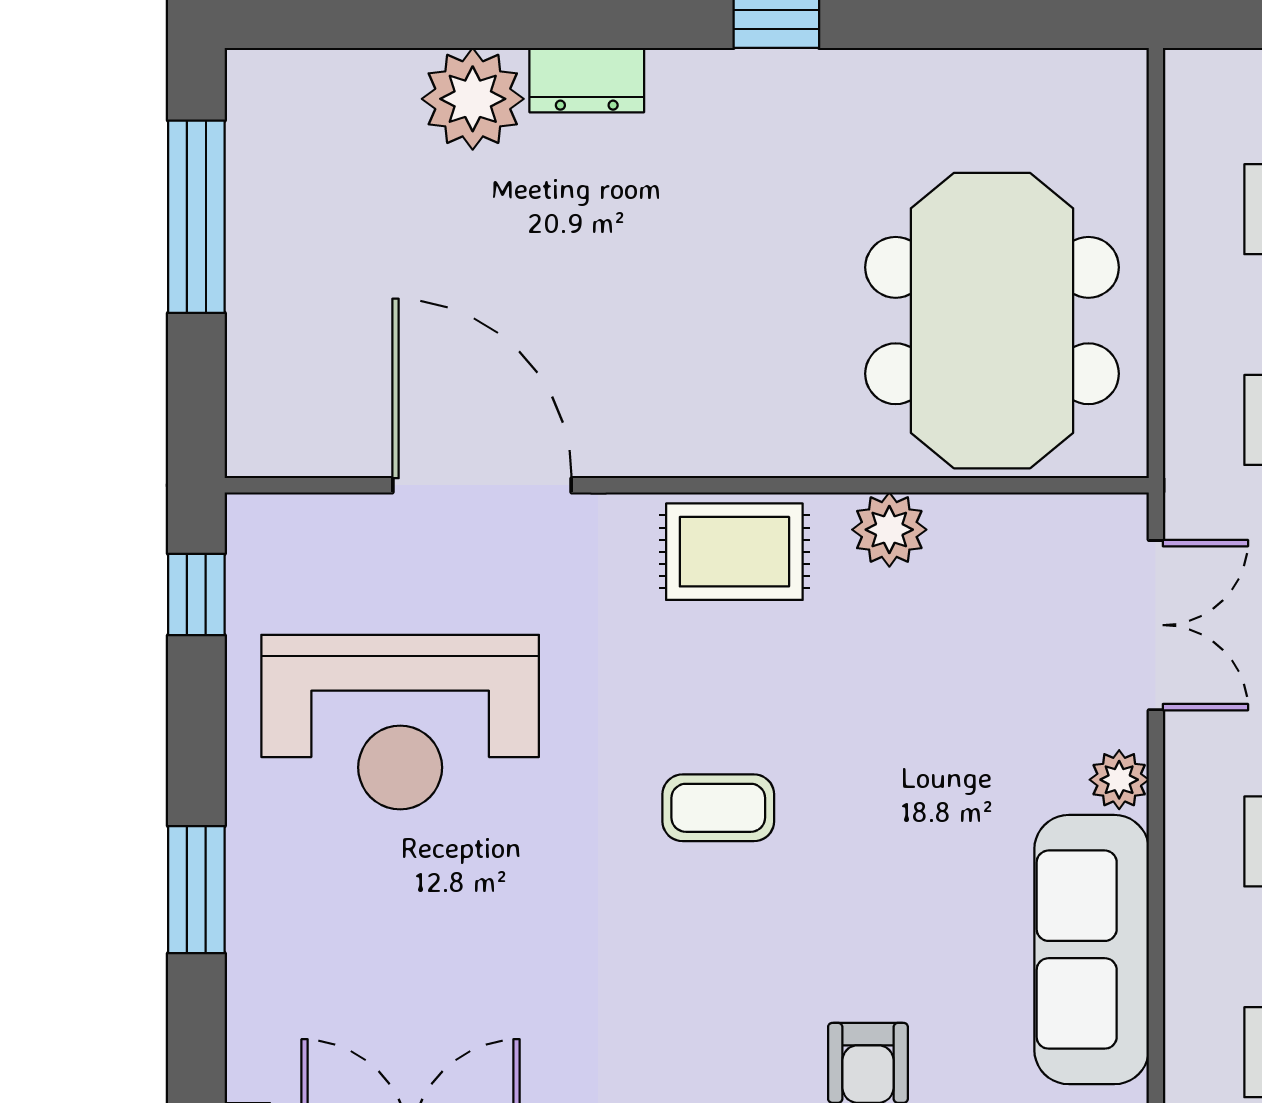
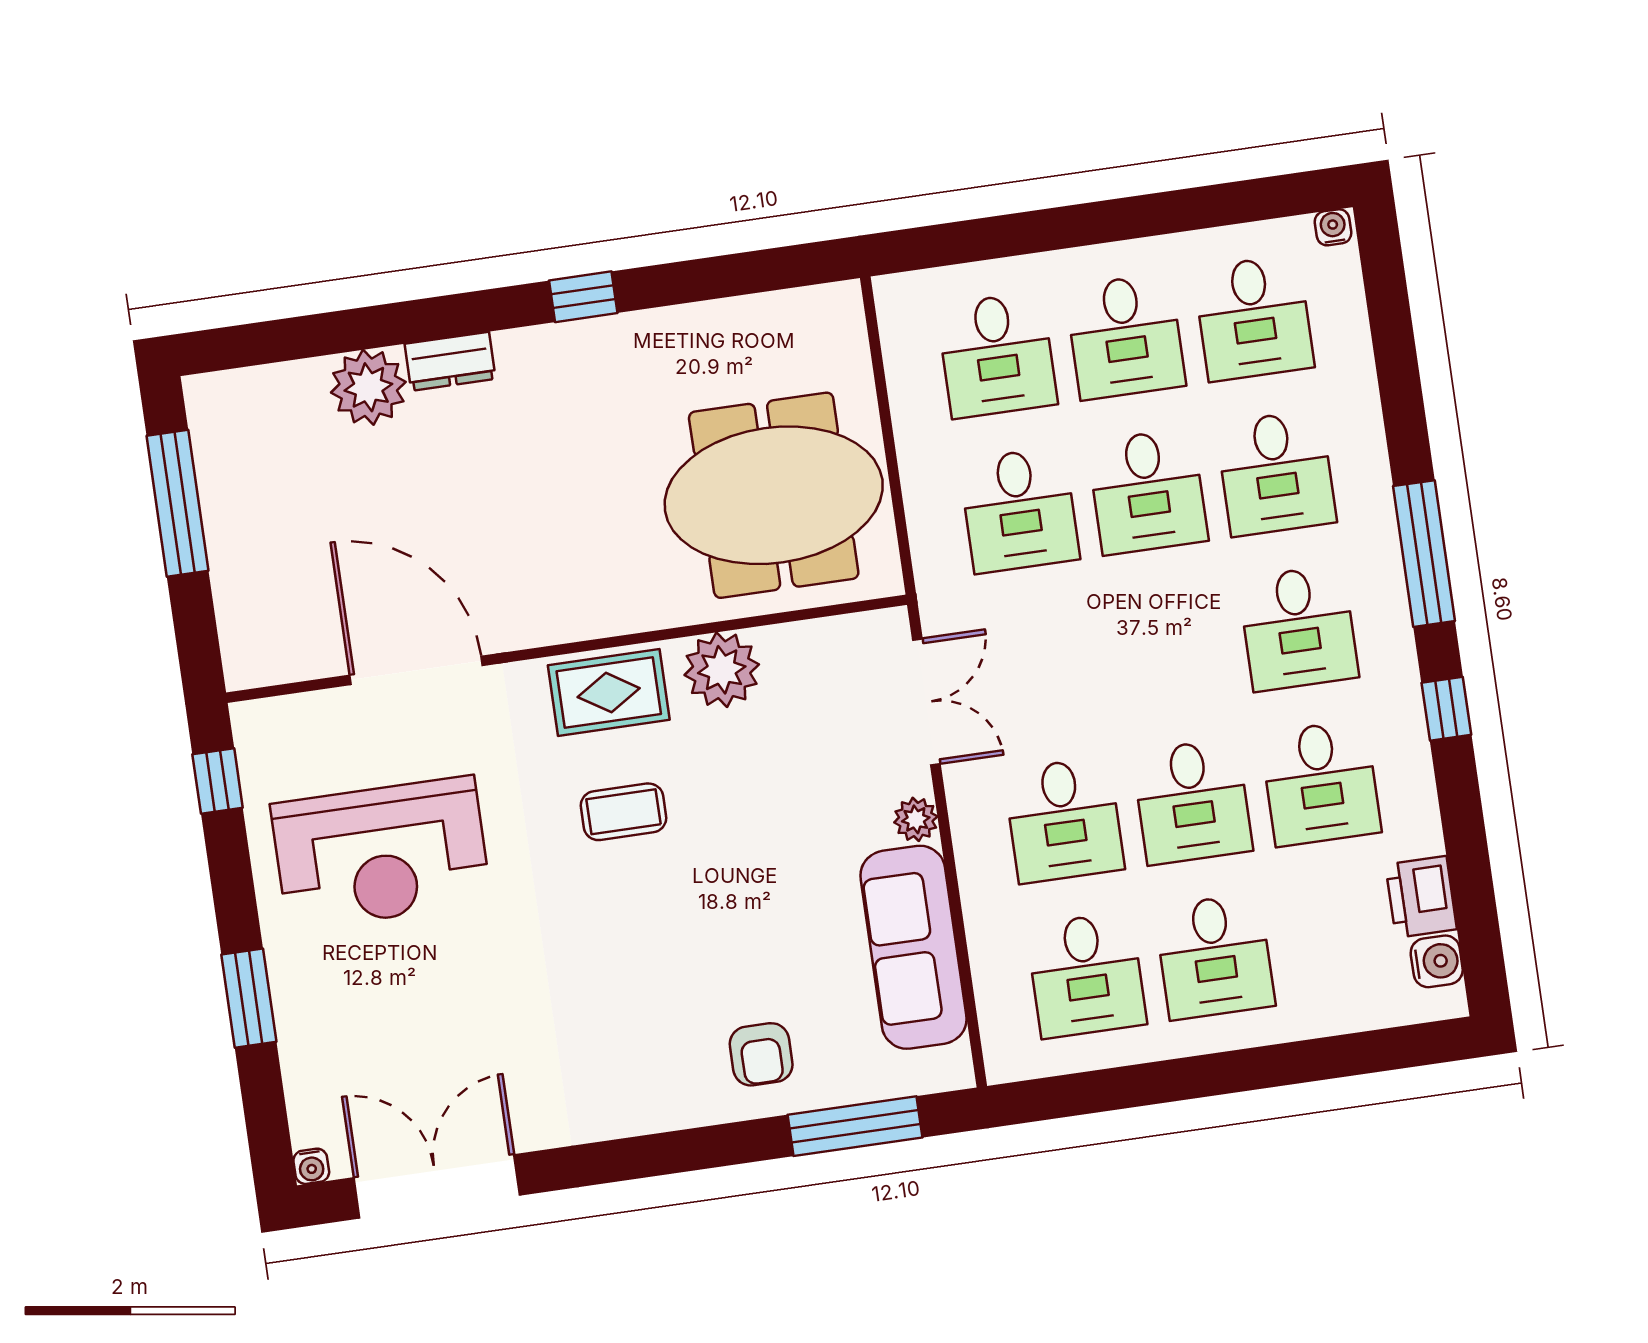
meeting table: (992, 321) -> (774, 495), turned 90
plant: (889, 530) -> (722, 670), width x1.36, depth x1.36
coffee table: (718, 808) -> (623, 812), moved

